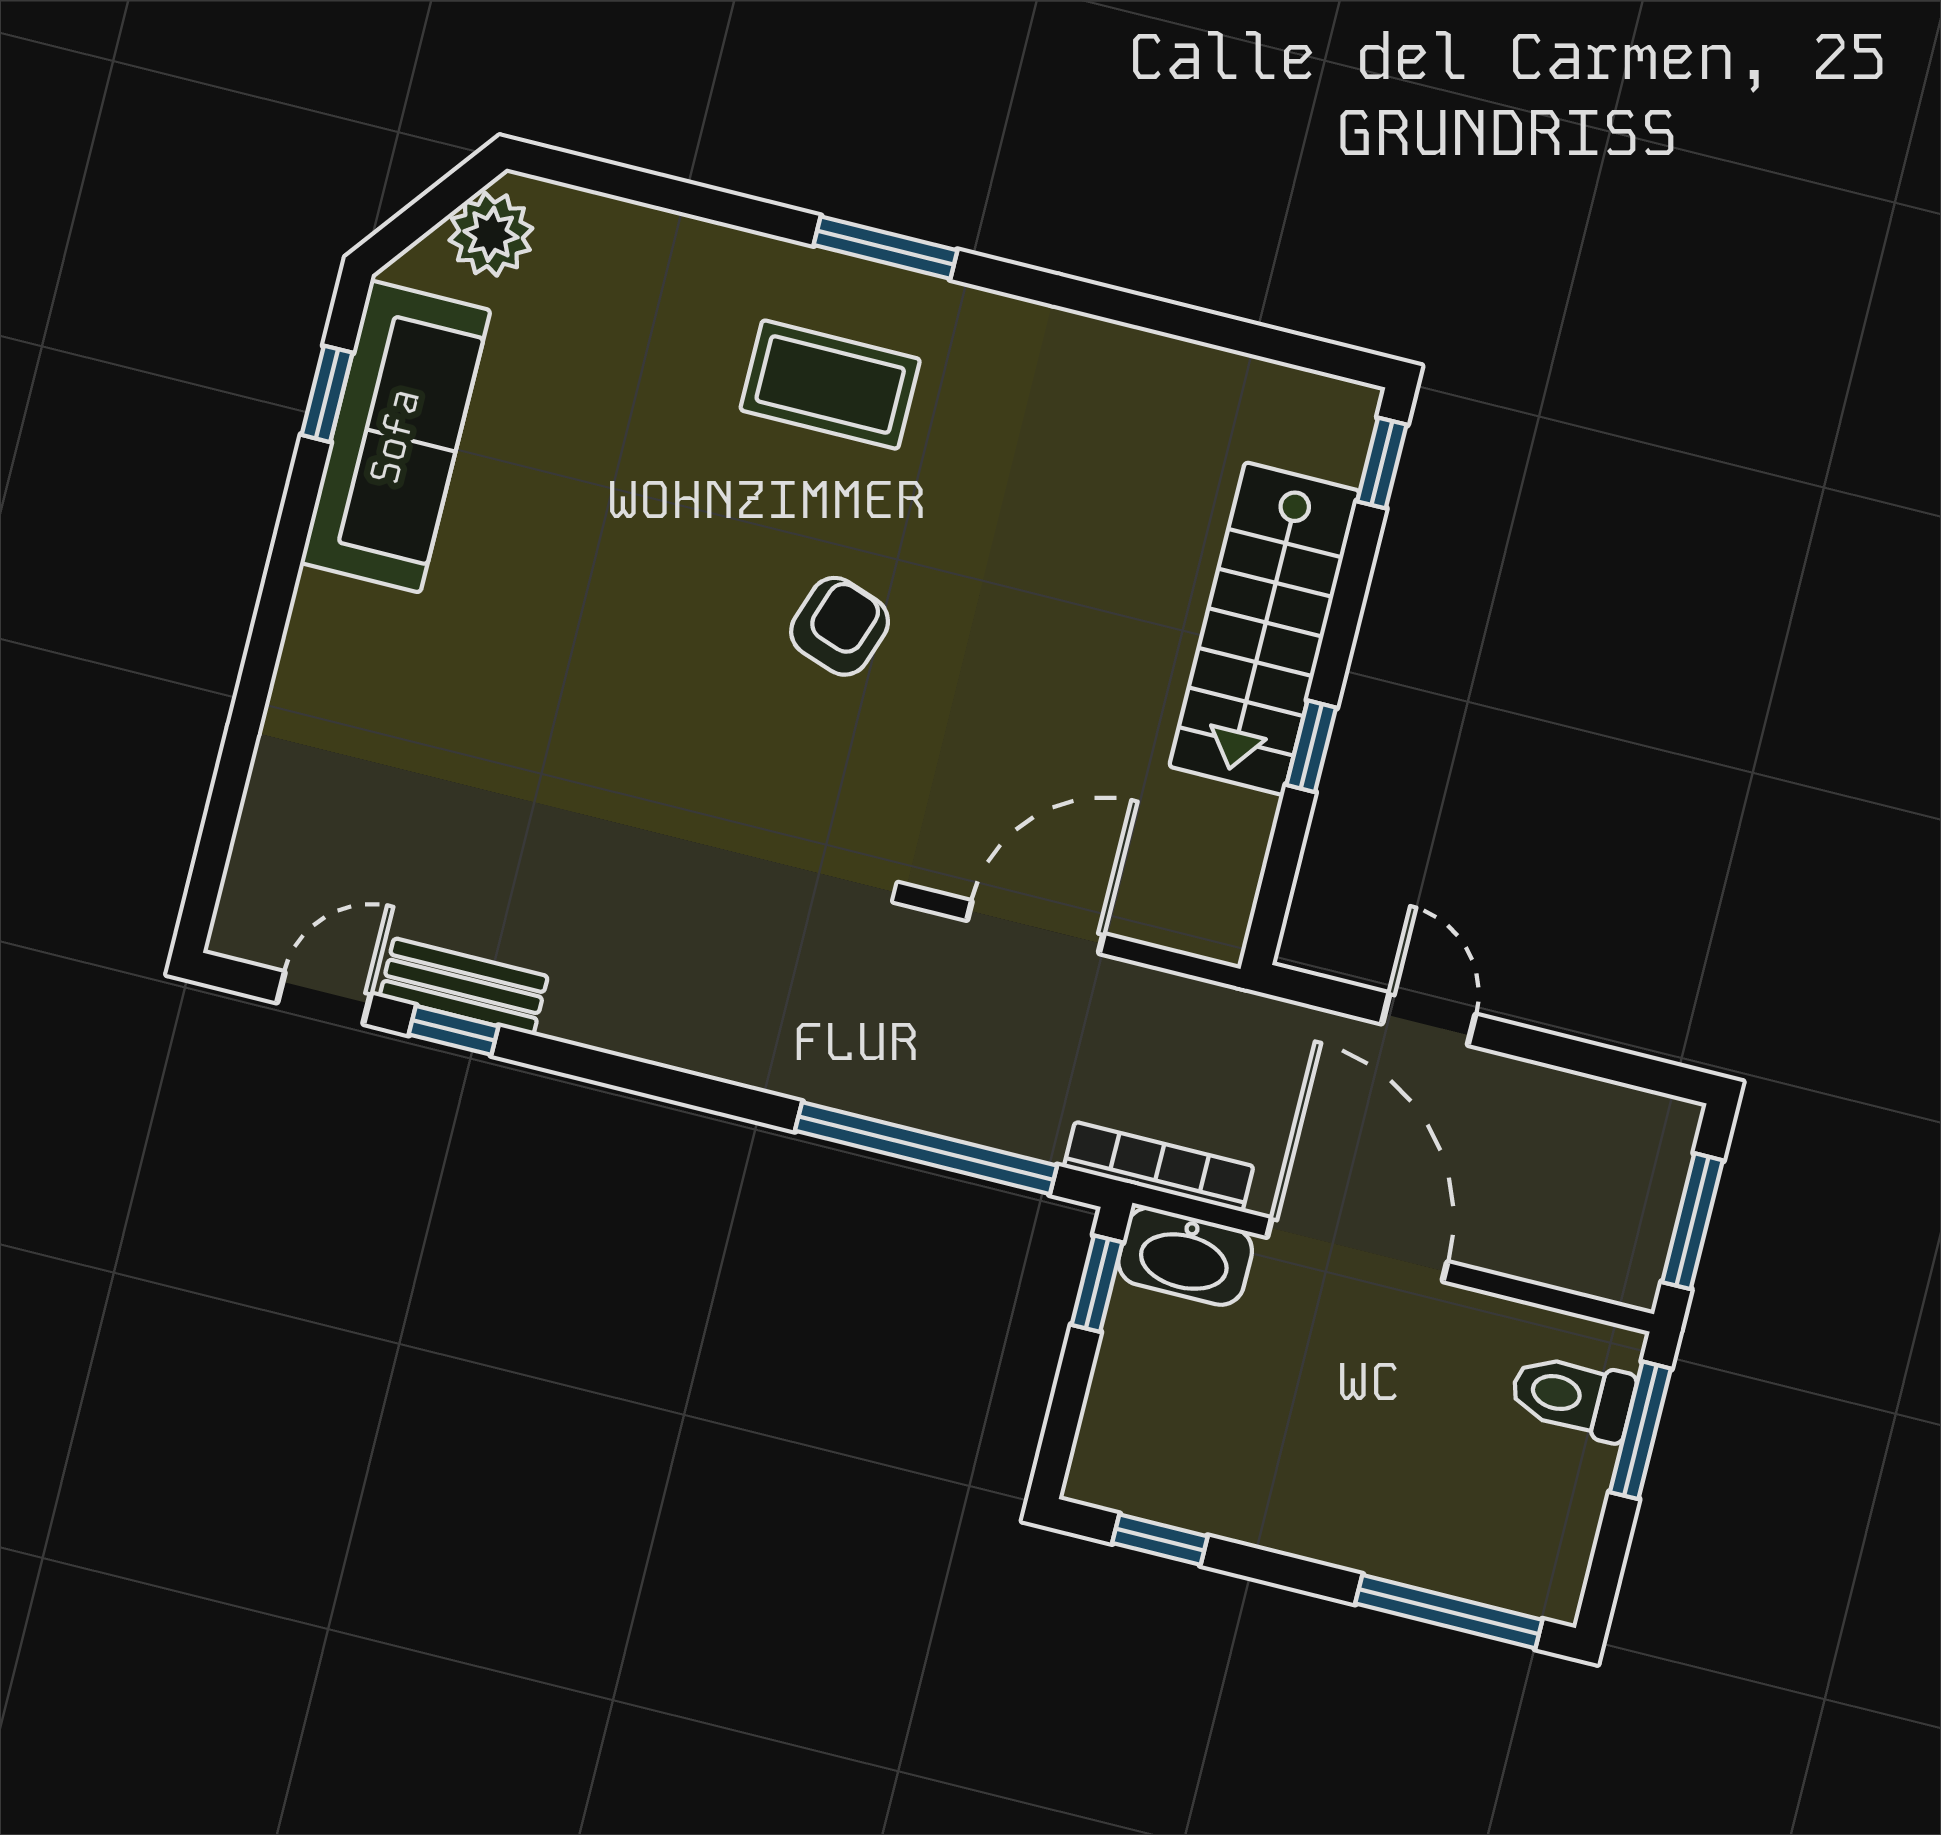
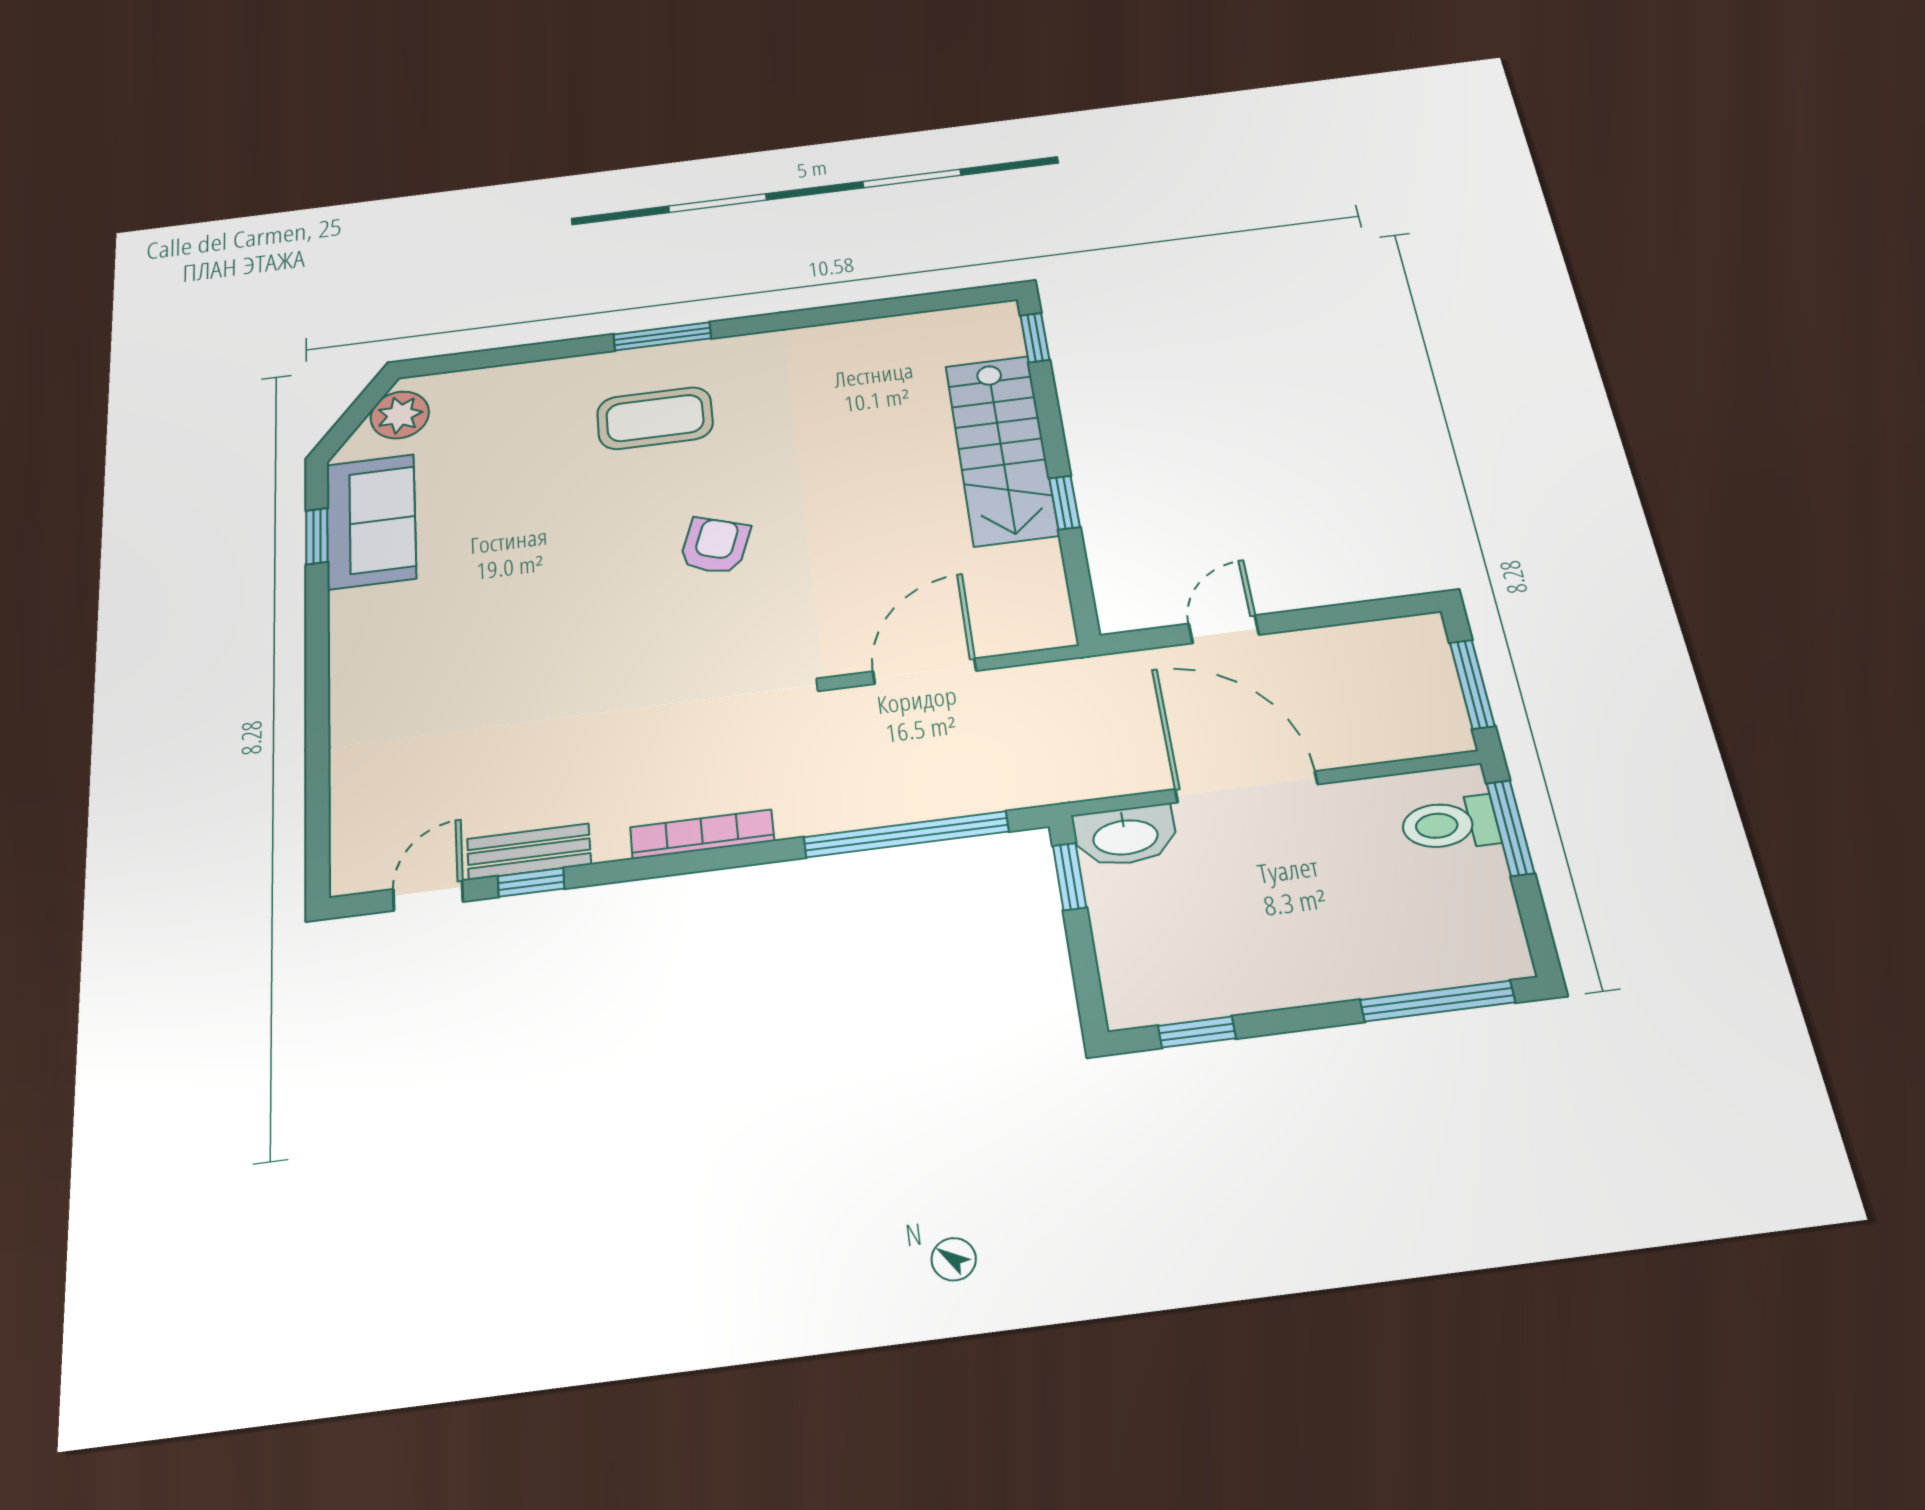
sofa: (395, 437) -> (371, 521), width x0.73
door: (1429, 1019) -> (1224, 629), hinge flipped
bookcase: (1159, 1167) -> (702, 834), moved

